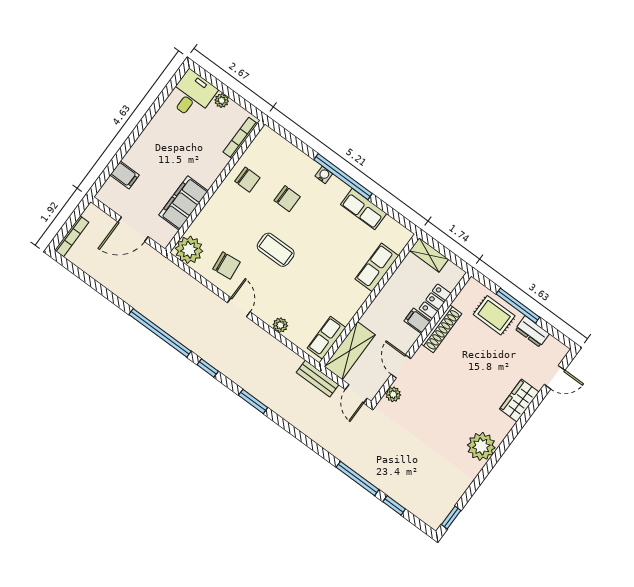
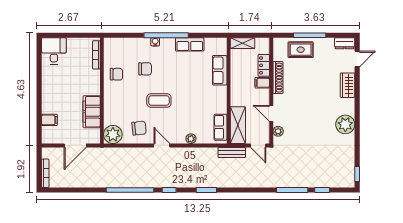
plant: (222, 101) -> (72, 42), removed
dresser: (532, 331) -> (345, 43), moved

